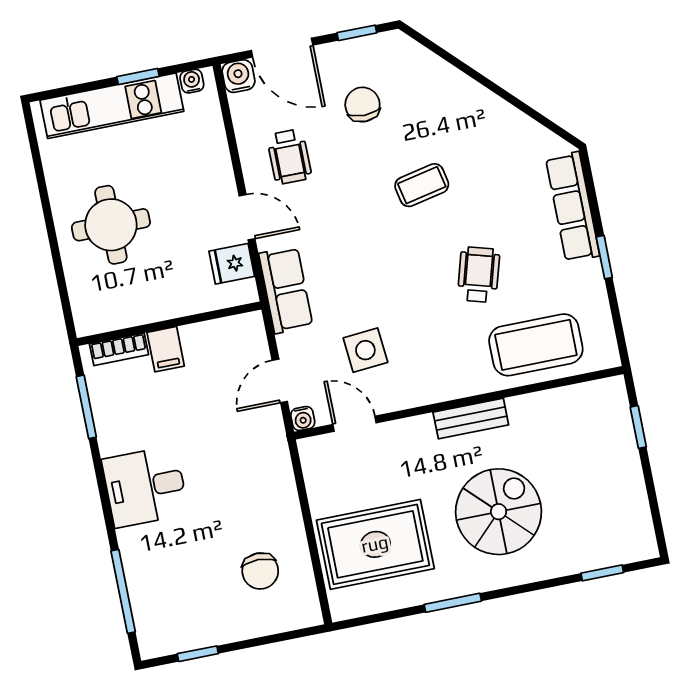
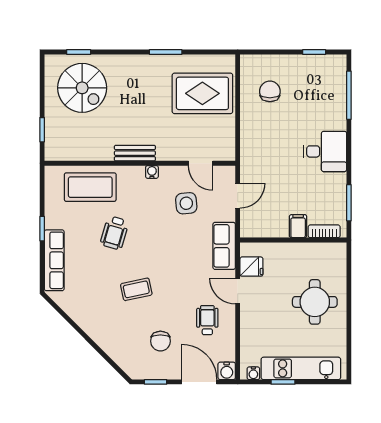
water cooler: (303, 419) -> (152, 172), moved
spiral stairs: (499, 512) -> (82, 88), moved, turned -90

